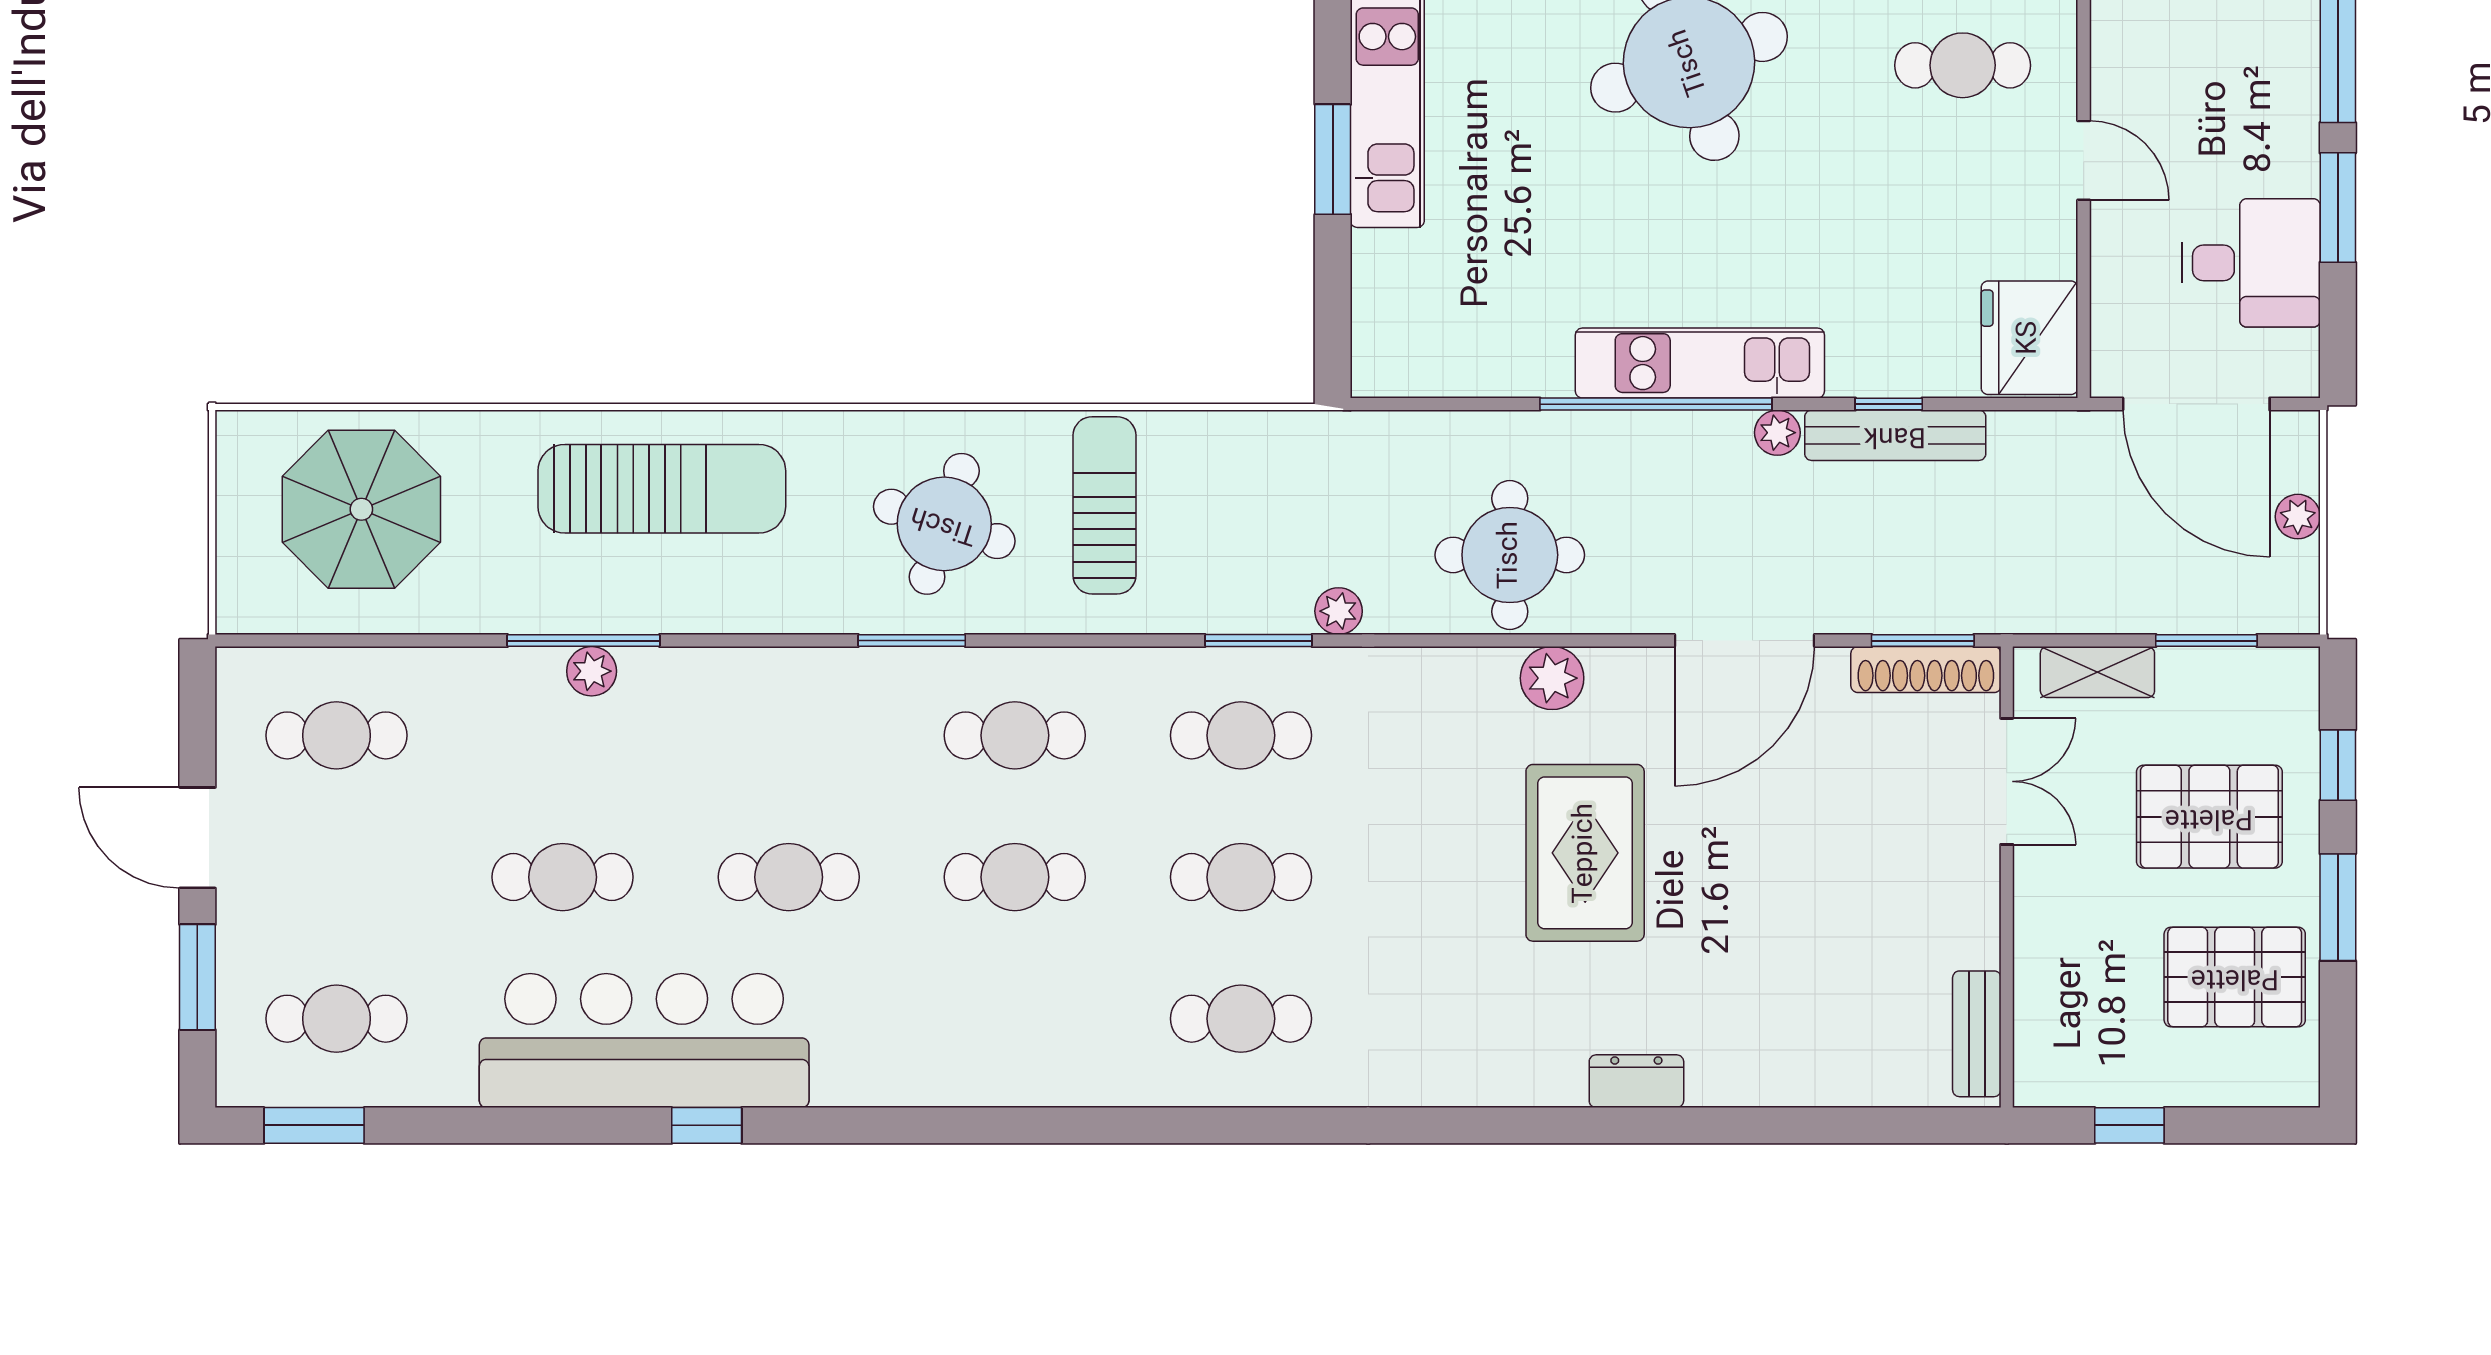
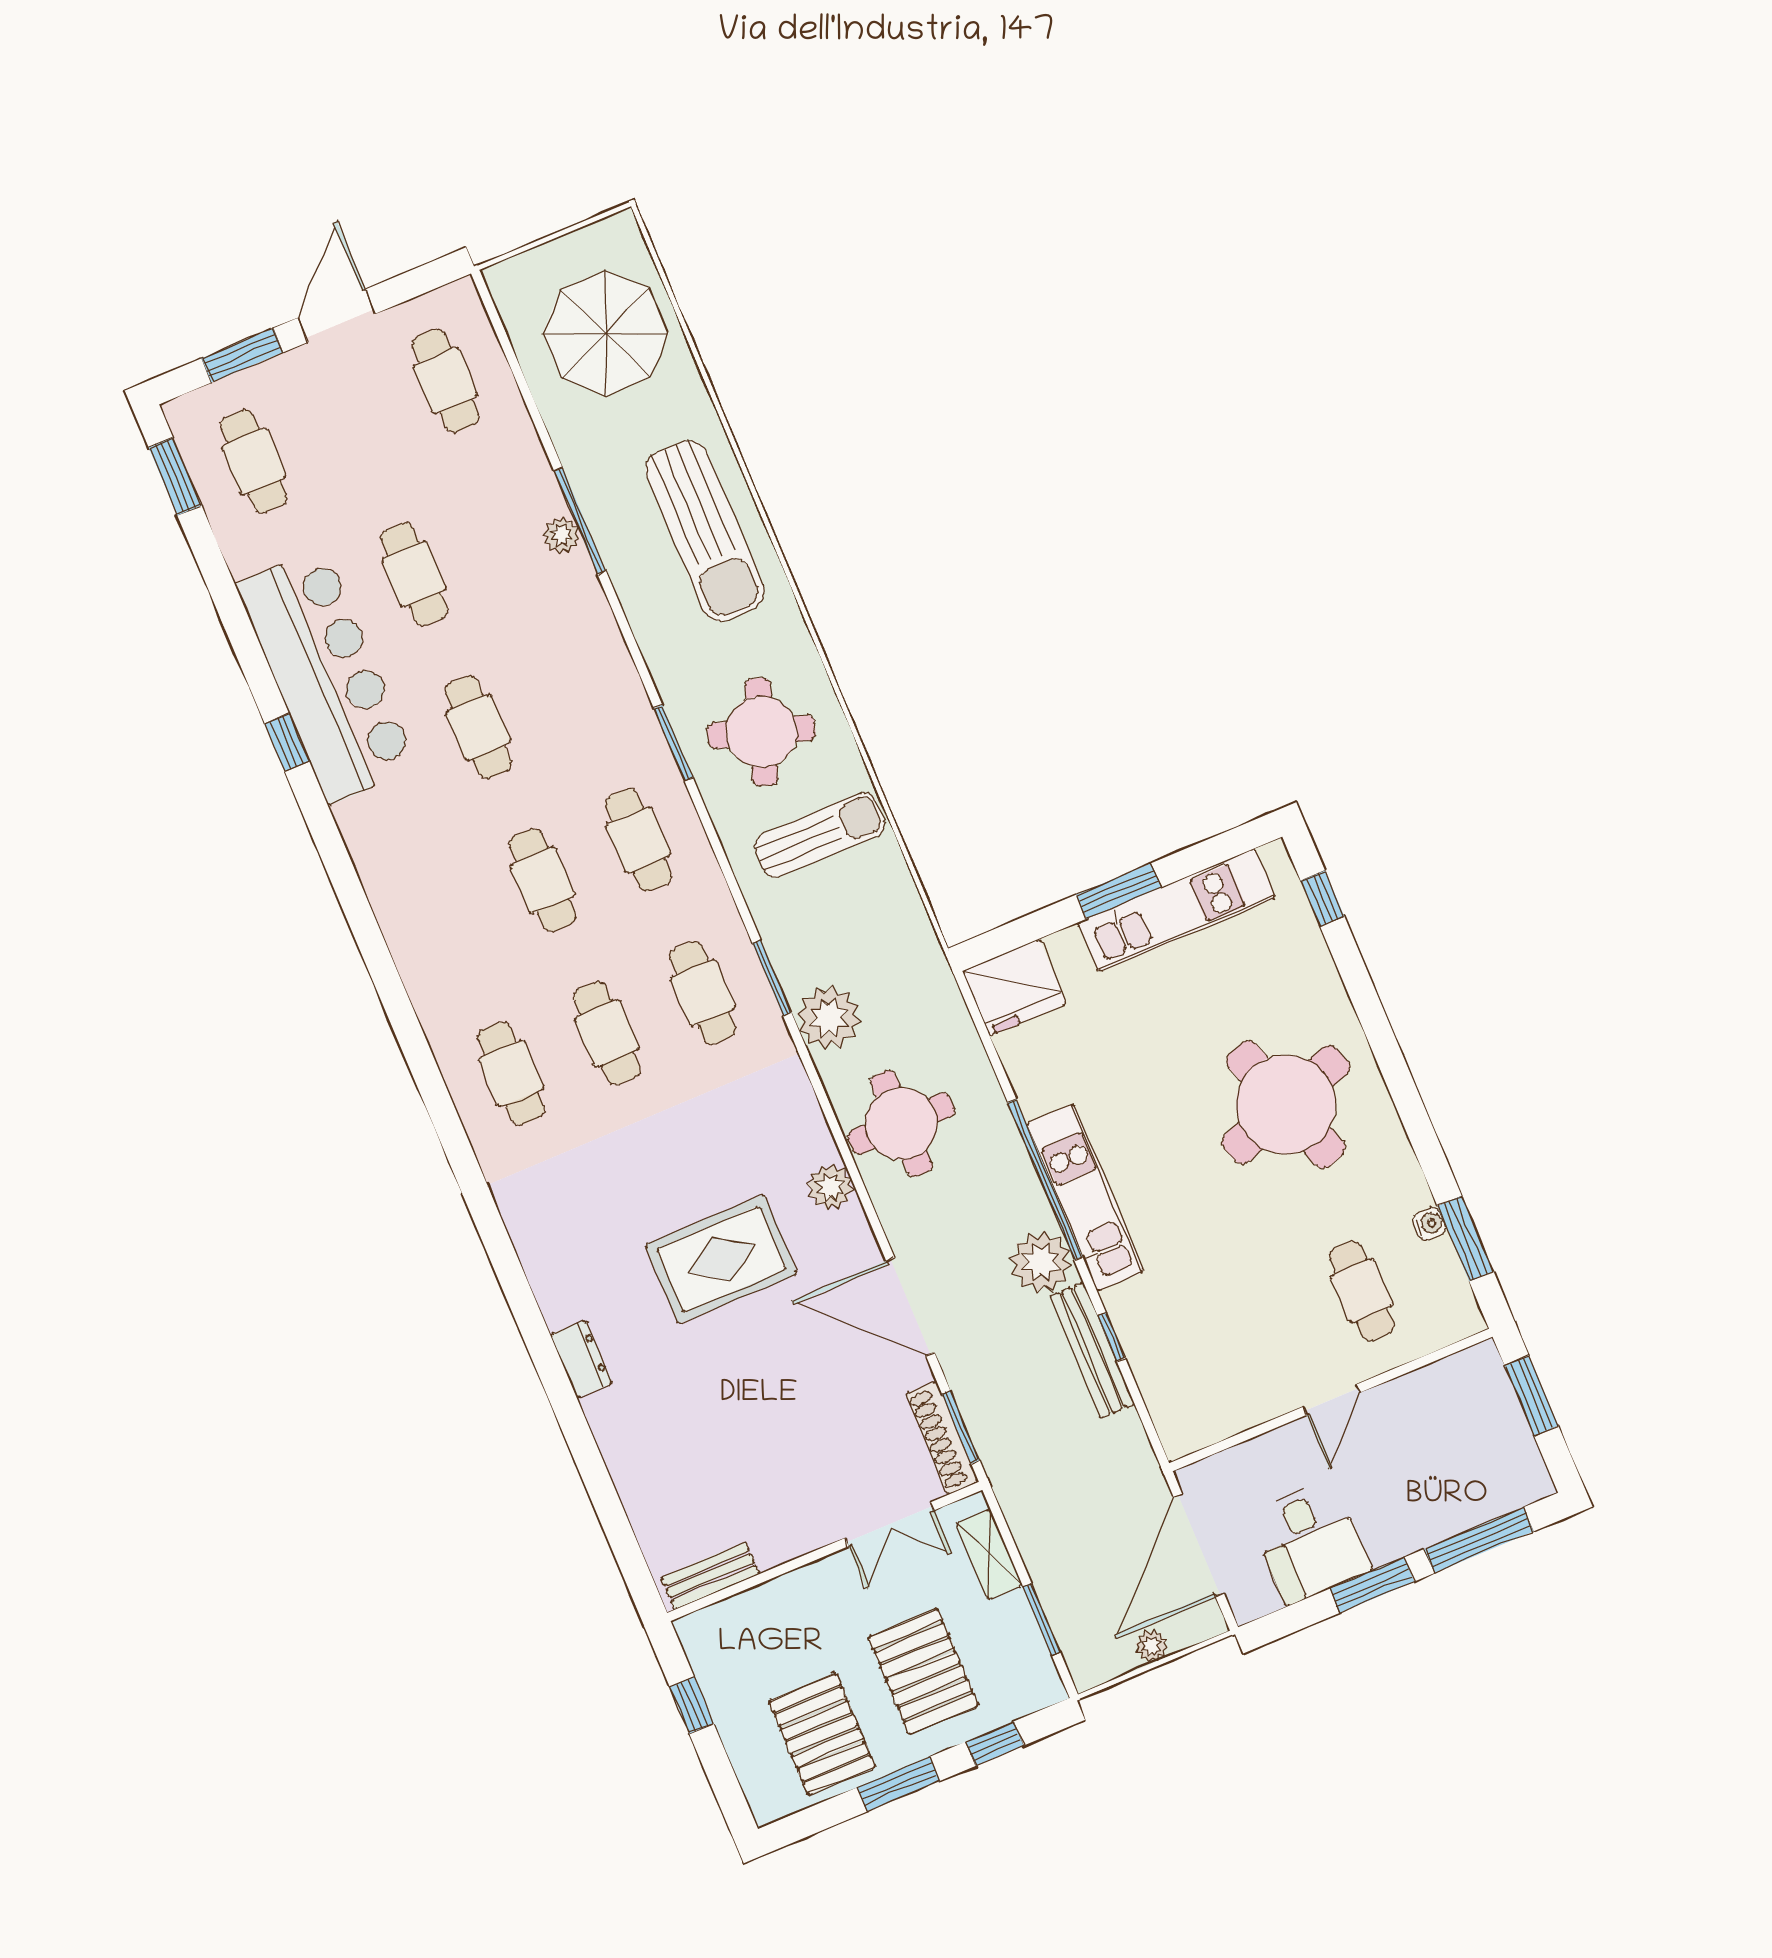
fridge: (2029, 338) -> (1014, 987), moved, turned 180
plant: (1777, 433) -> (1041, 1262), width x1.88, depth x1.88
plant: (1339, 611) -> (829, 1018), width x1.88, depth x1.88

